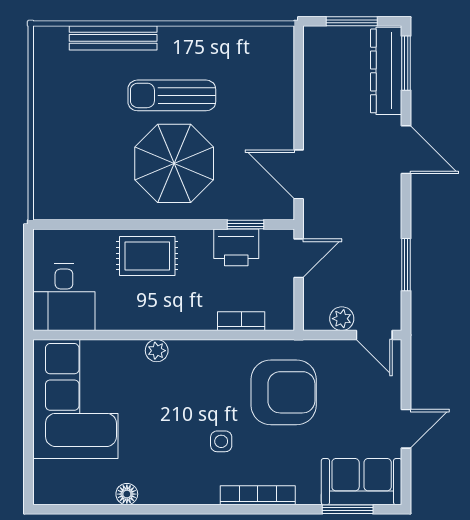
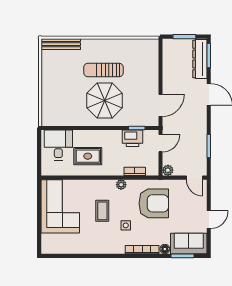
bench: (113, 38) -> (61, 44), moved
door: (299, 174) -> (161, 105), swing flipped
rug: (147, 256) -> (88, 156), moved
desk: (64, 297) -> (58, 145), moved, turned 180
plant: (342, 319) -> (168, 170), moved
plant: (157, 351) -> (121, 185), moved
coffee table: (169, 409) -> (102, 211), added
floor lamp: (127, 494) -> (165, 249), moved

